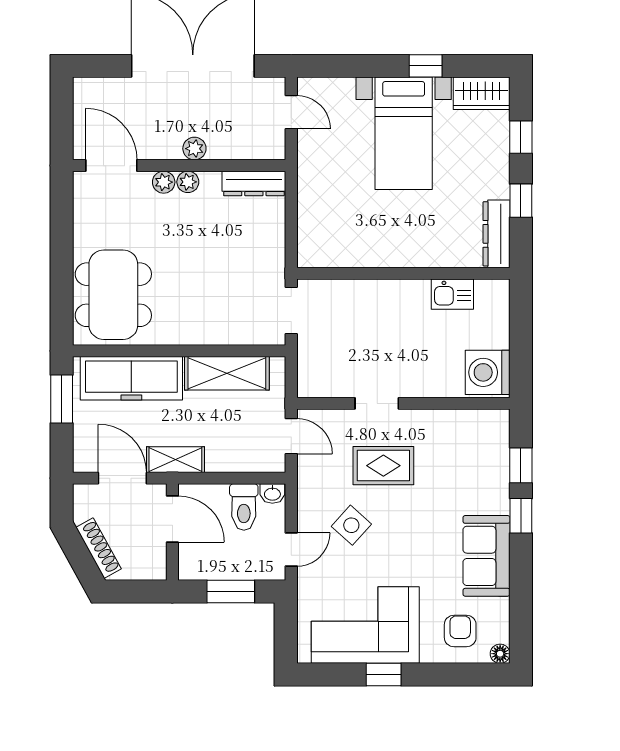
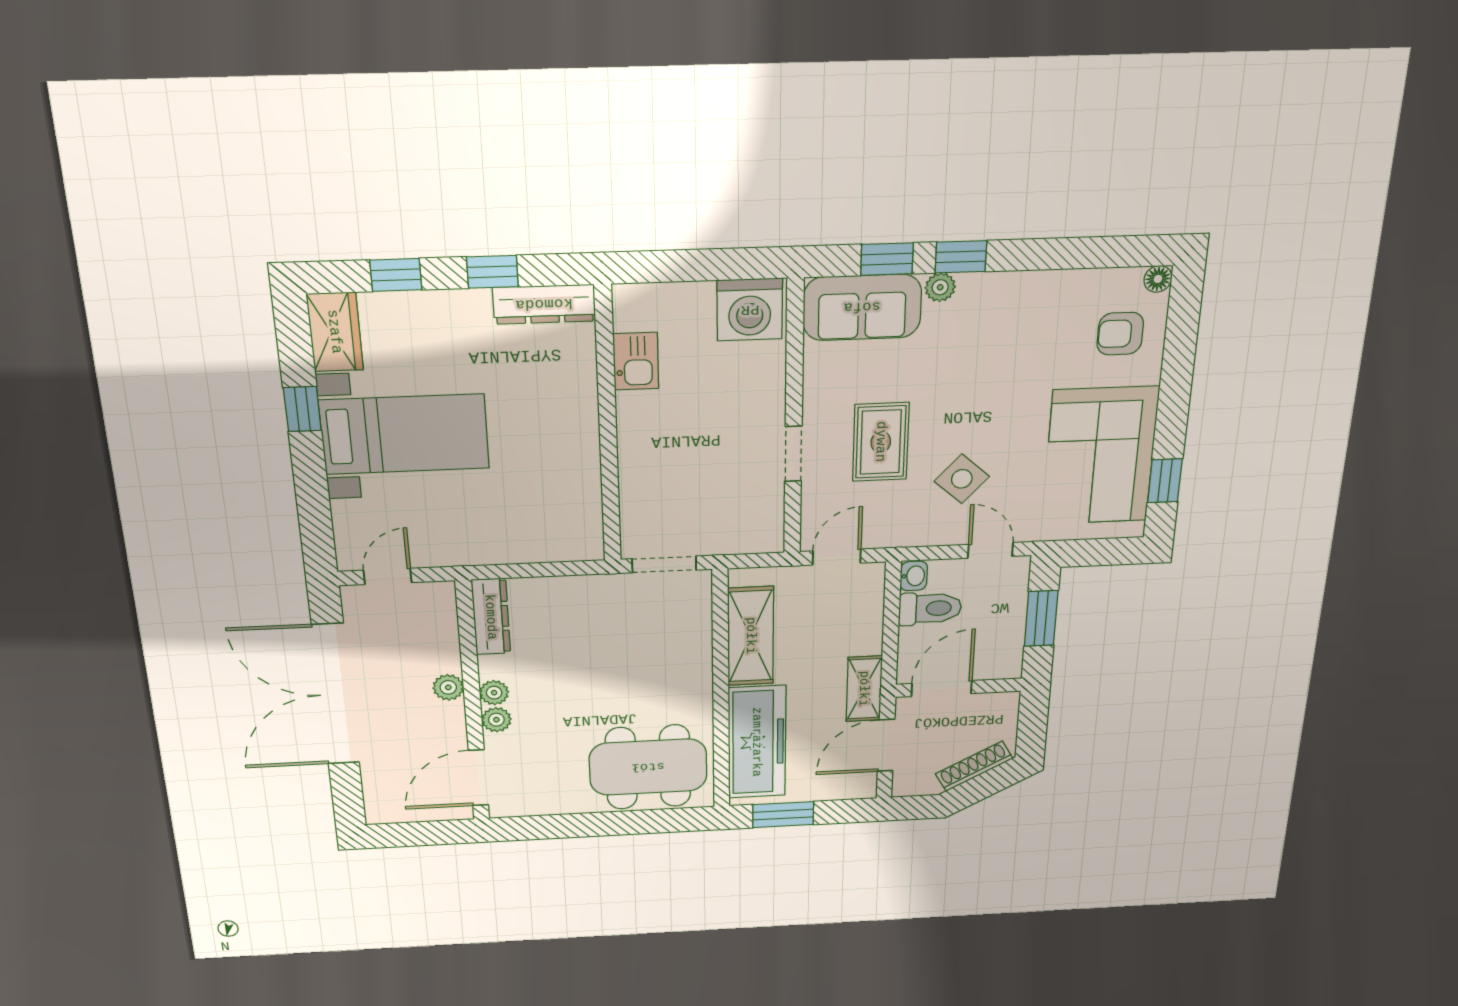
plant: (499, 503) -> (940, 287), added
sofa: (486, 556) -> (862, 307), moved
window: (384, 675) -> (1165, 481), moved

